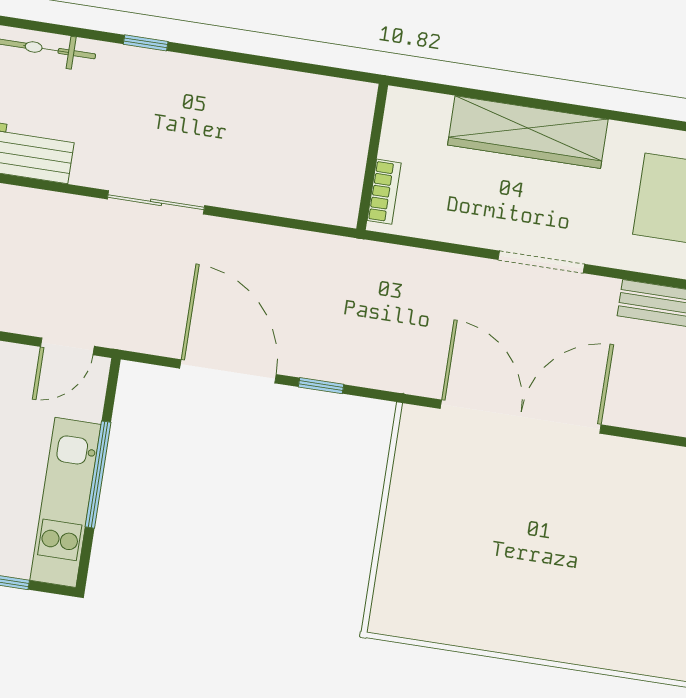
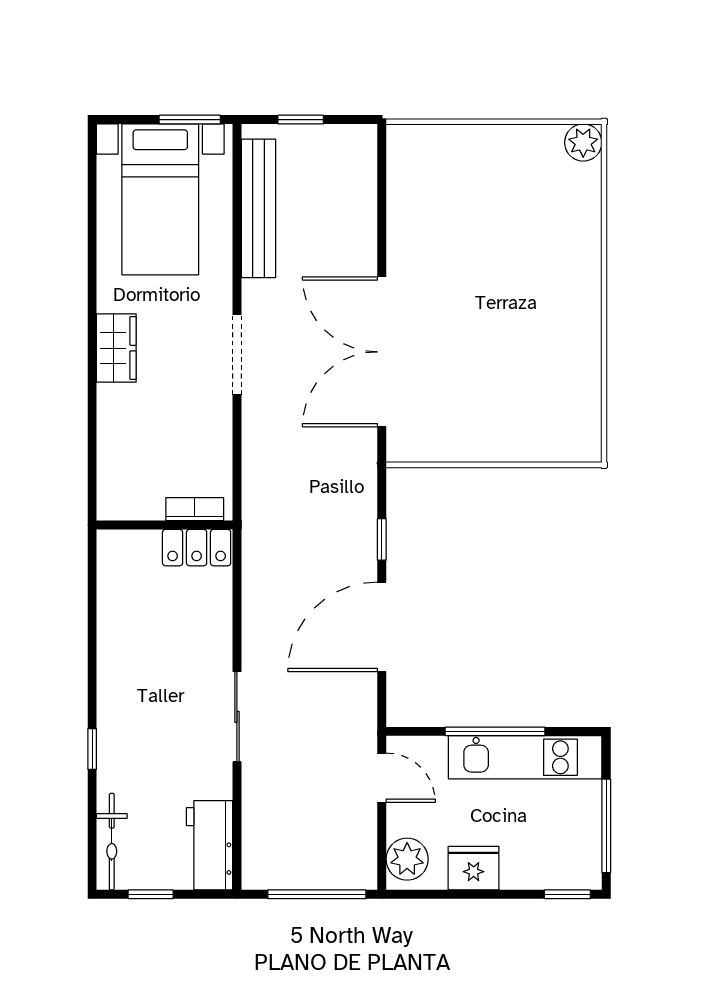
wardrobe: (528, 132) -> (116, 348), width x0.48, depth x0.85
locker: (343, 187) -> (197, 548), added

